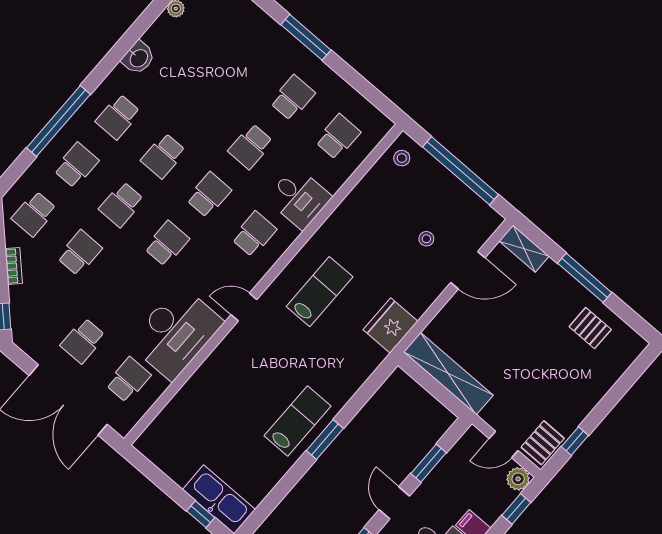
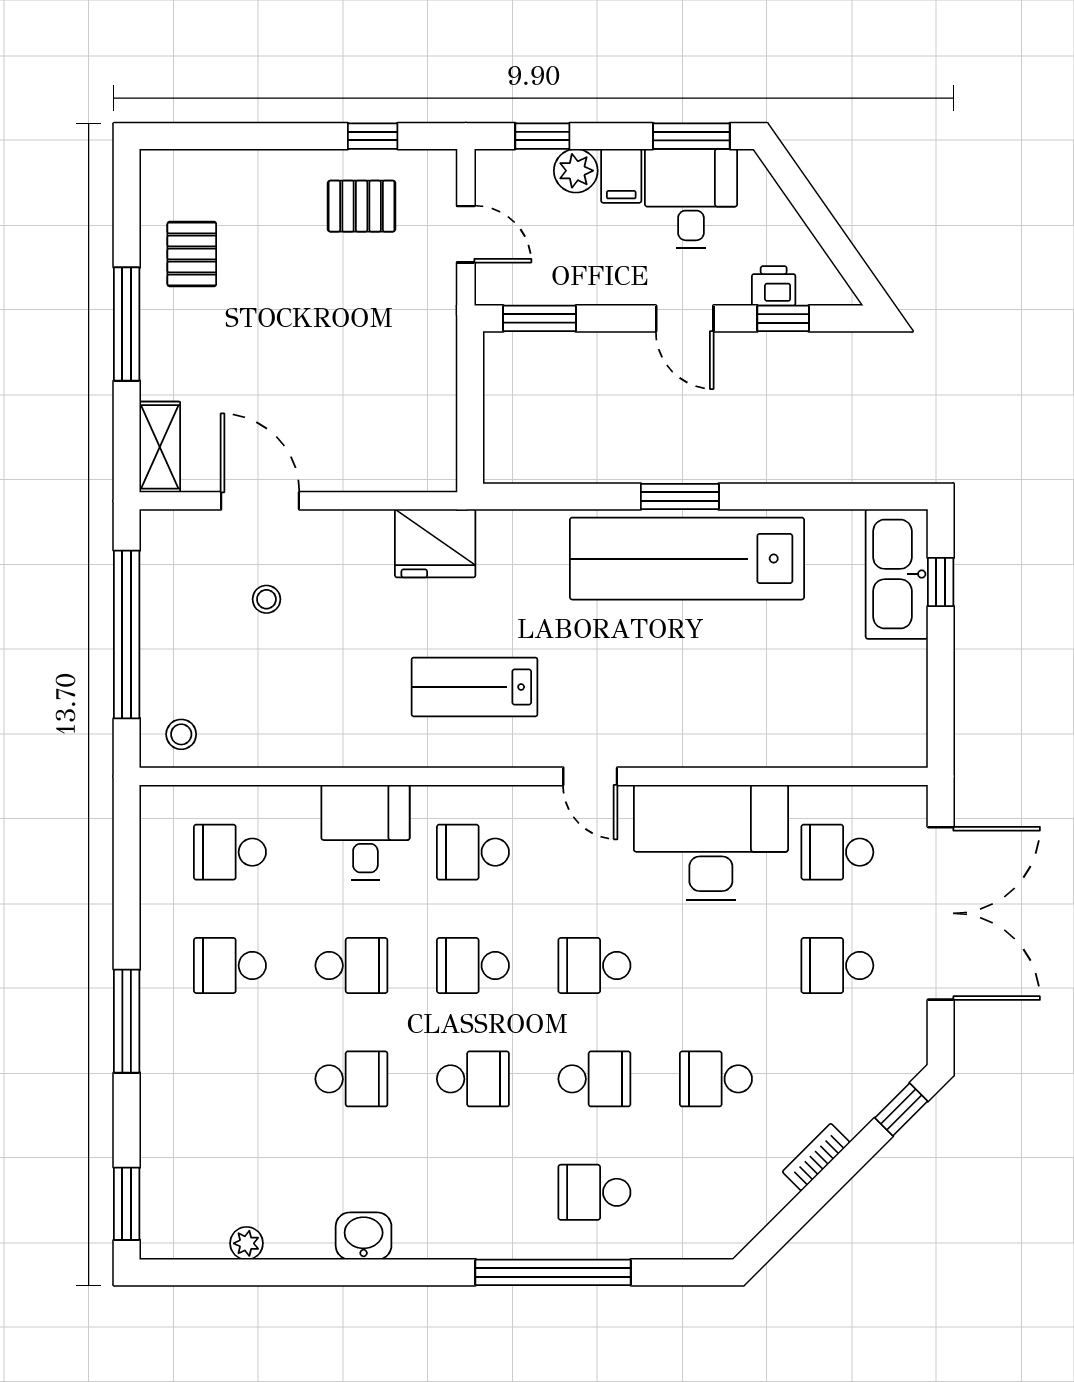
school desk: (118, 117) -> (351, 1079), moved
school desk: (34, 214) -> (716, 1192), removed
school desk: (83, 341) -> (837, 966), turned 180
shelving: (448, 374) -> (432, 401), removed
lab bench: (298, 421) -> (687, 559), width x1.86, depth x1.39
pallet: (543, 443) -> (362, 206), moved
window: (429, 463) -> (539, 318), moved
plant: (518, 479) -> (576, 171), moved
door: (394, 503) -> (685, 318), hinge flipped

